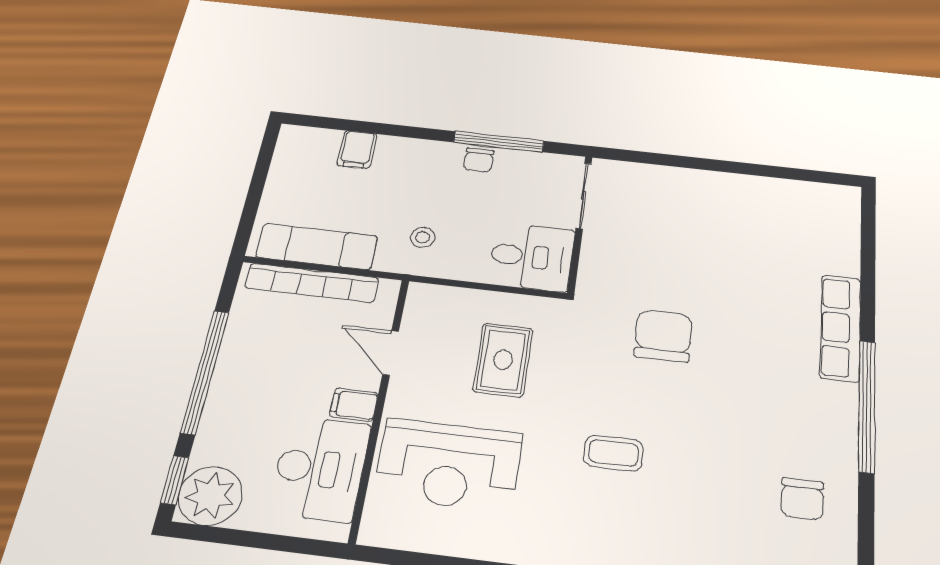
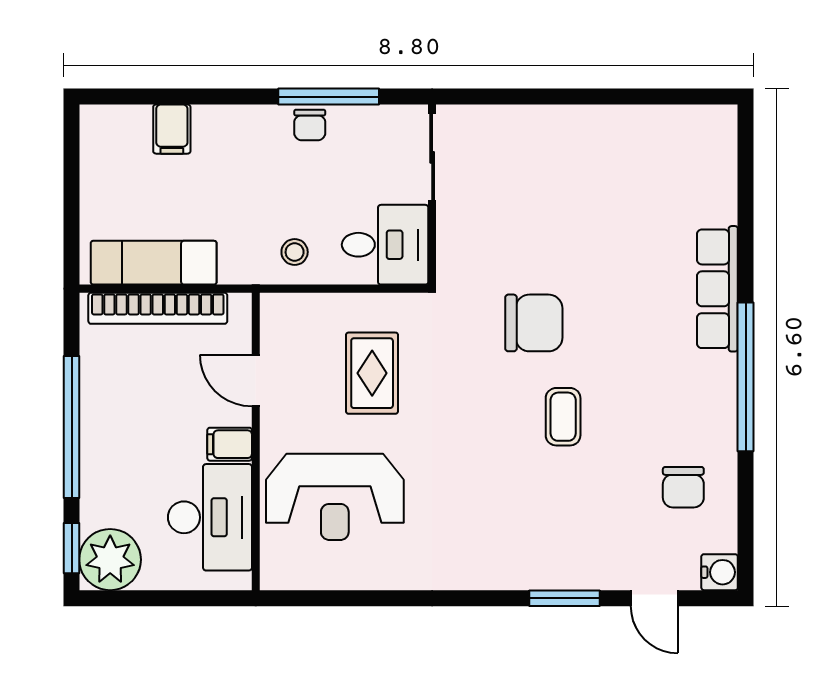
stool: (423, 237) -> (295, 252), moved
chair: (663, 336) -> (534, 323), turned 90
coffee table: (614, 453) -> (563, 417), moved, turned 90

